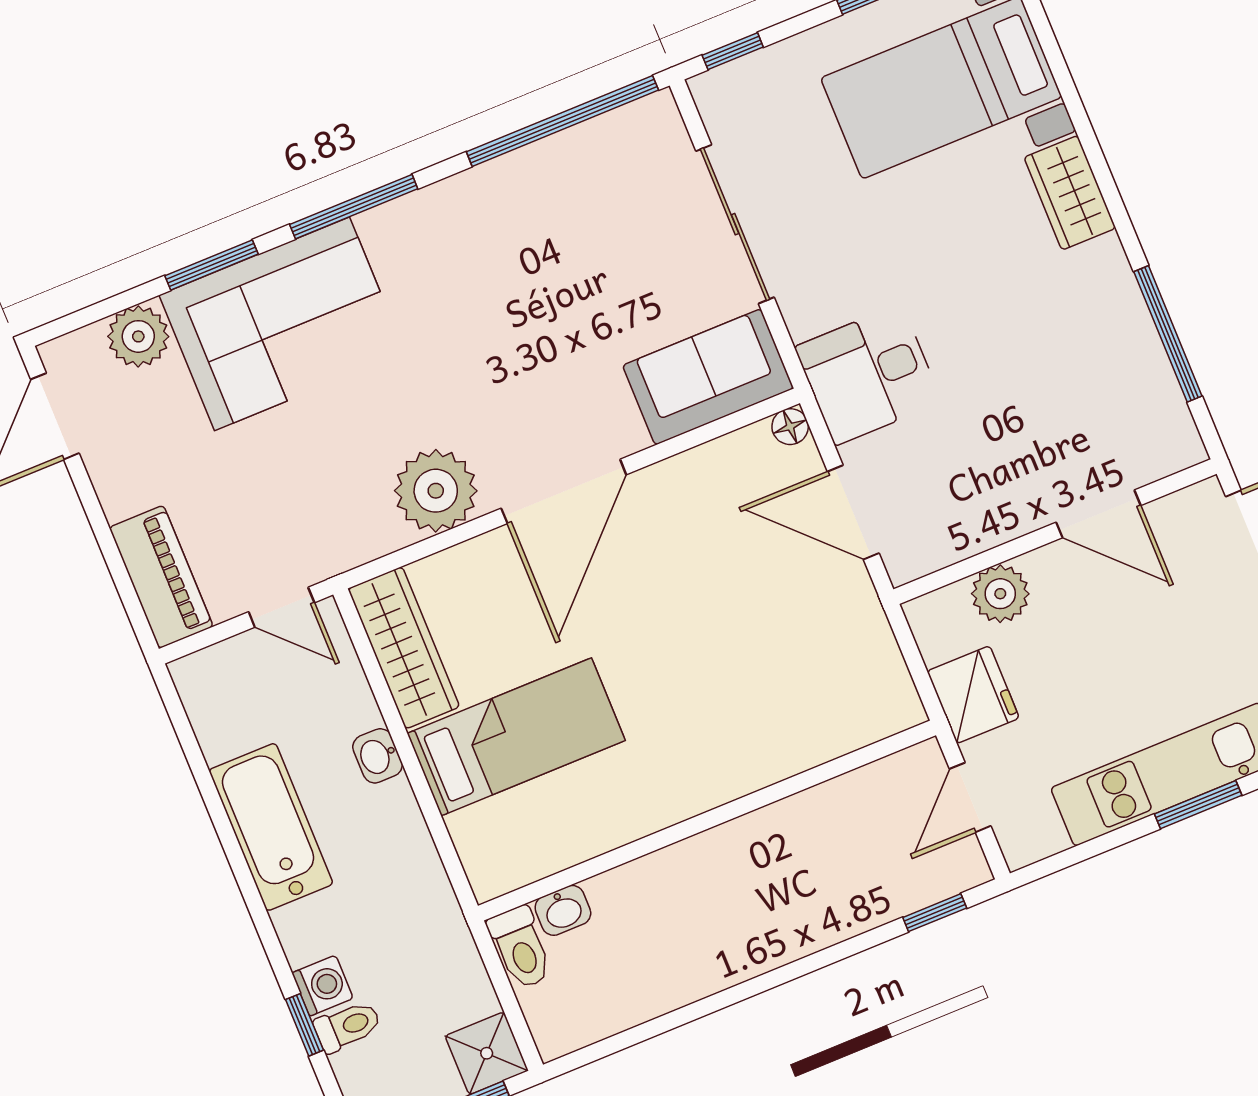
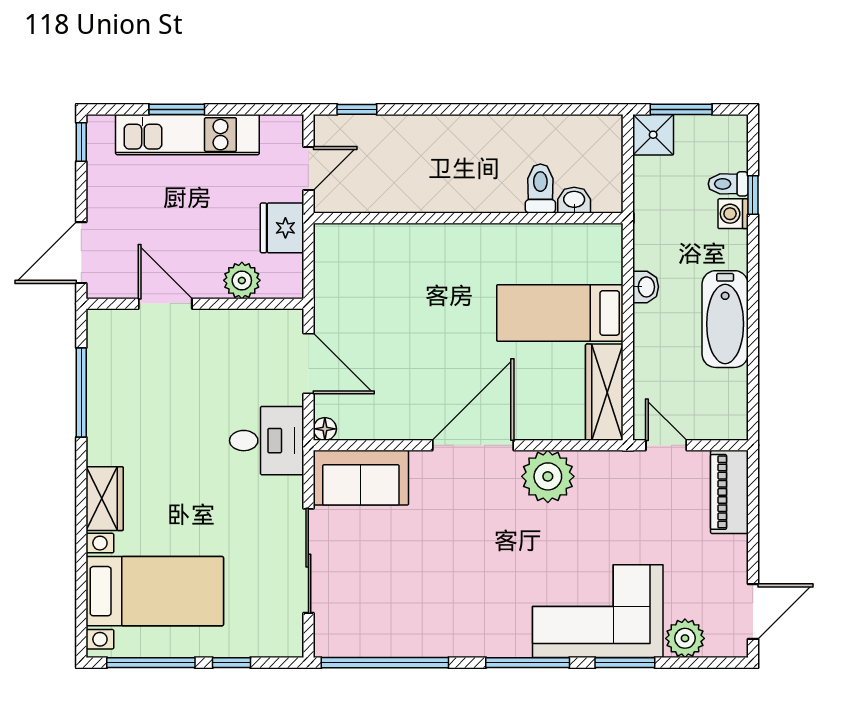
window: (733, 51) -> (231, 663), moved
washbasin: (378, 756) -> (646, 287), moved
toilet: (520, 948) -> (540, 188), moved

